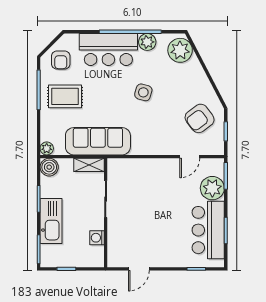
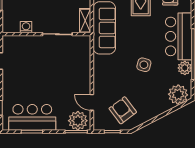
plant: (212, 188) -> (78, 121), moved

